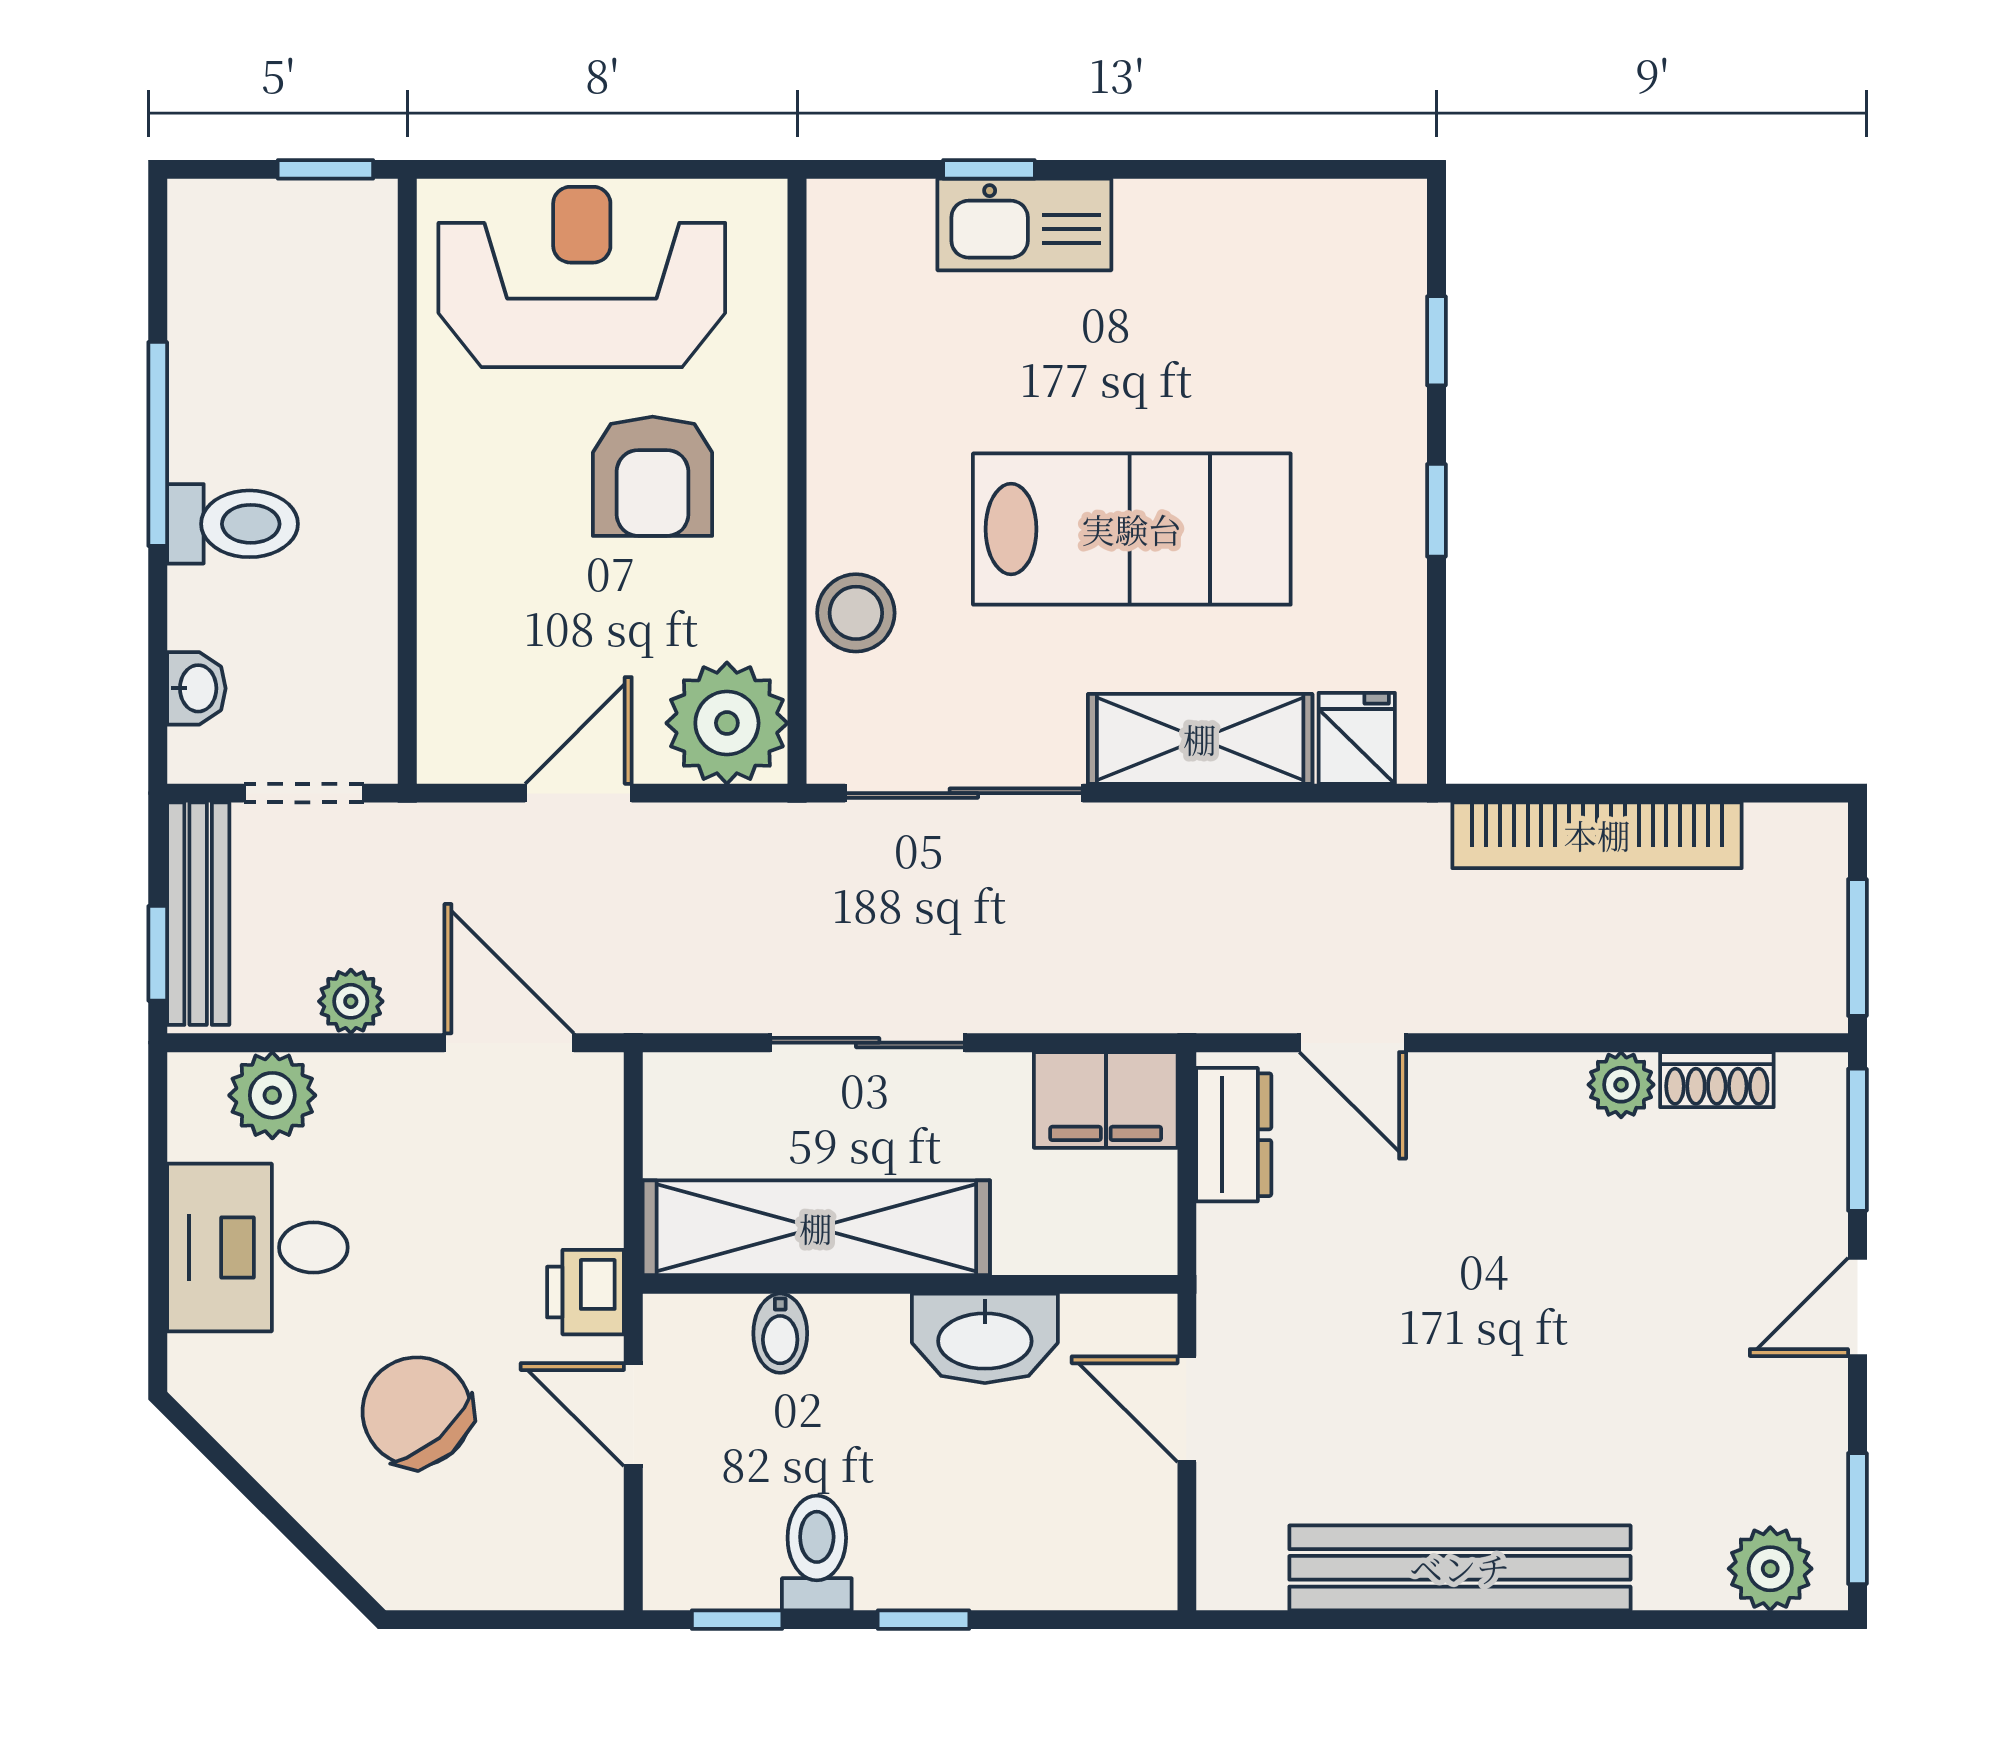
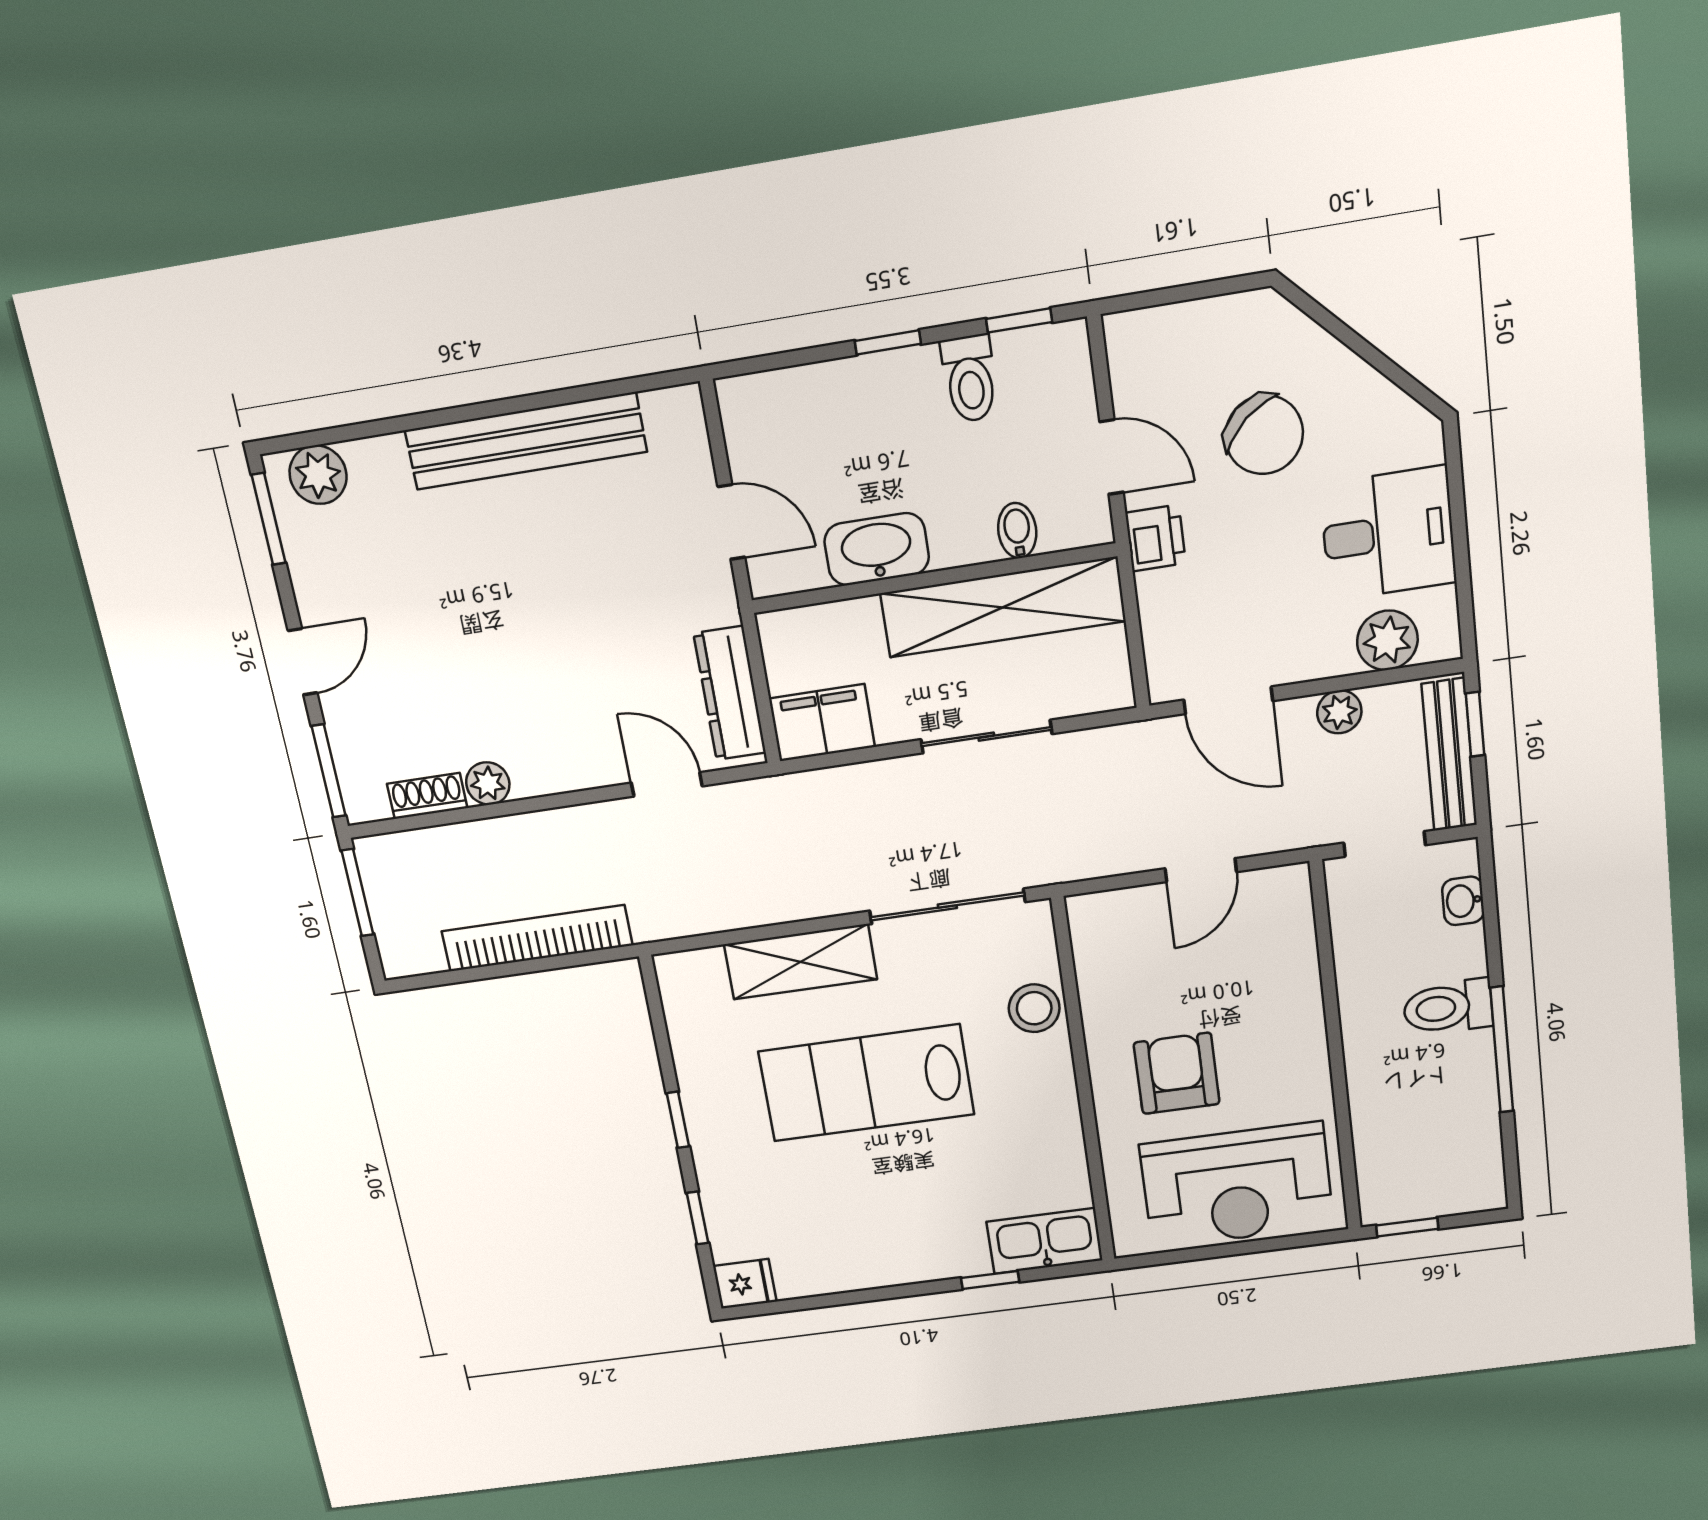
kitchen sink: (1024, 225) -> (1045, 1241), moved
plant: (727, 723) -> (1108, 928), removed
fridge: (1357, 738) -> (745, 1284), moved, turned -90
dresser: (1234, 1135) -> (730, 693), width x1.44

